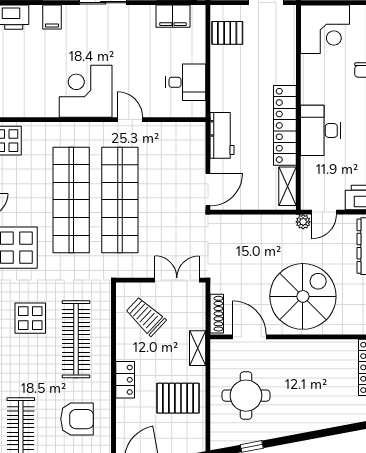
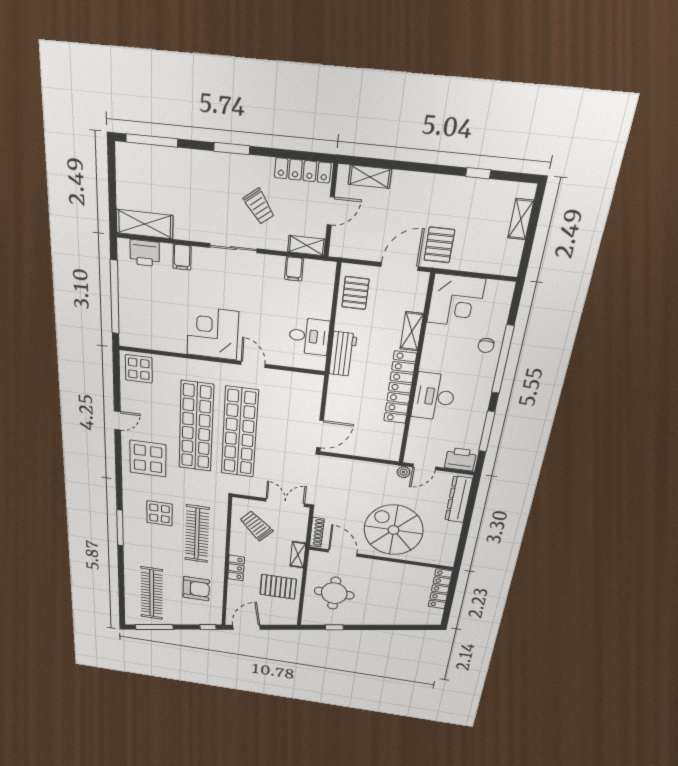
filing cabinet: (173, 16) -> (294, 269), width x0.50
pallet: (227, 33) -> (355, 293), turned 90
workbench: (222, 135) -> (343, 354), moved
shelving: (288, 186) -> (412, 331), moved
spiral stairs: (303, 296) -> (393, 530), turned -90

